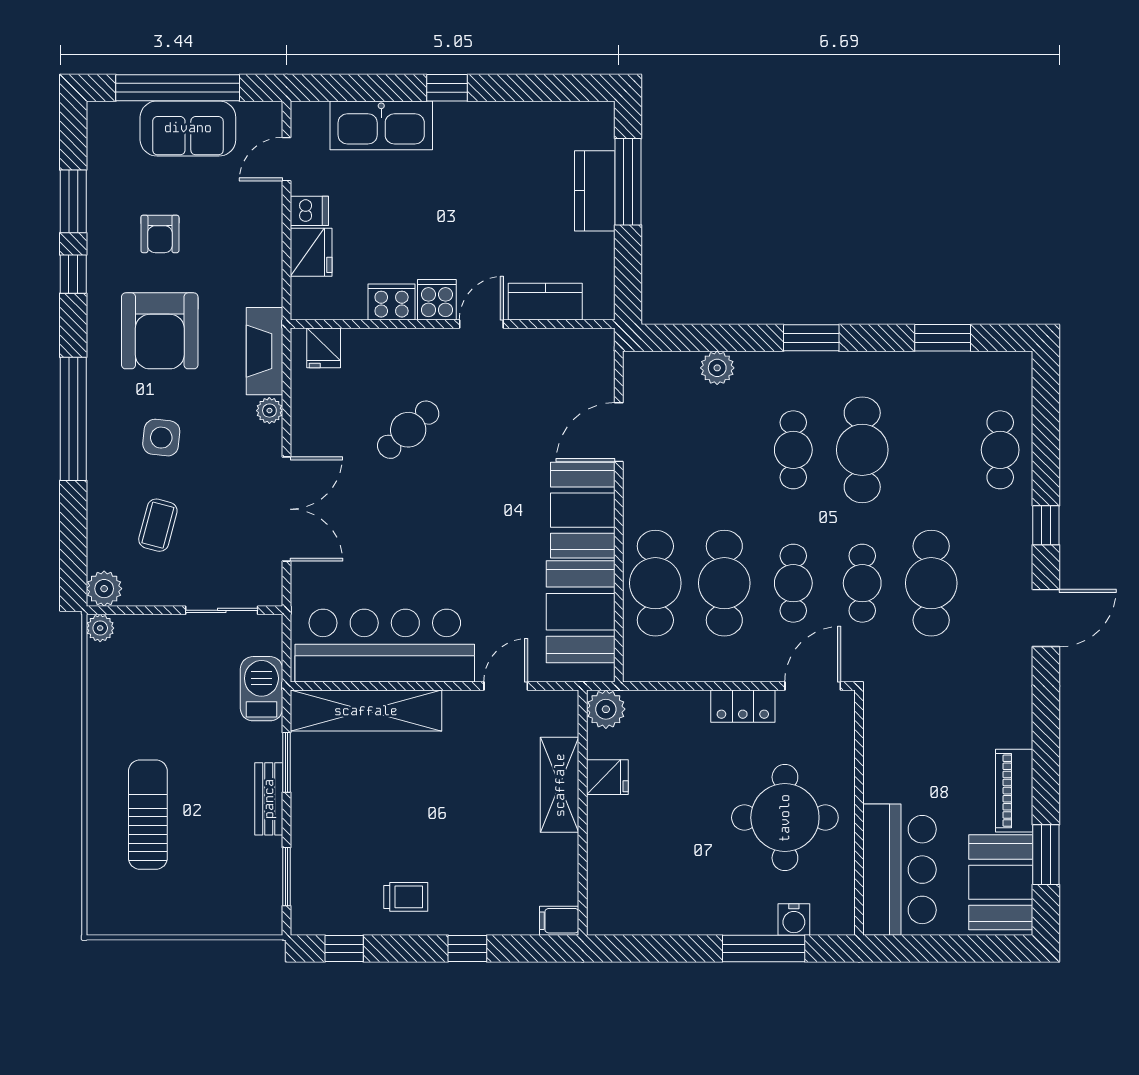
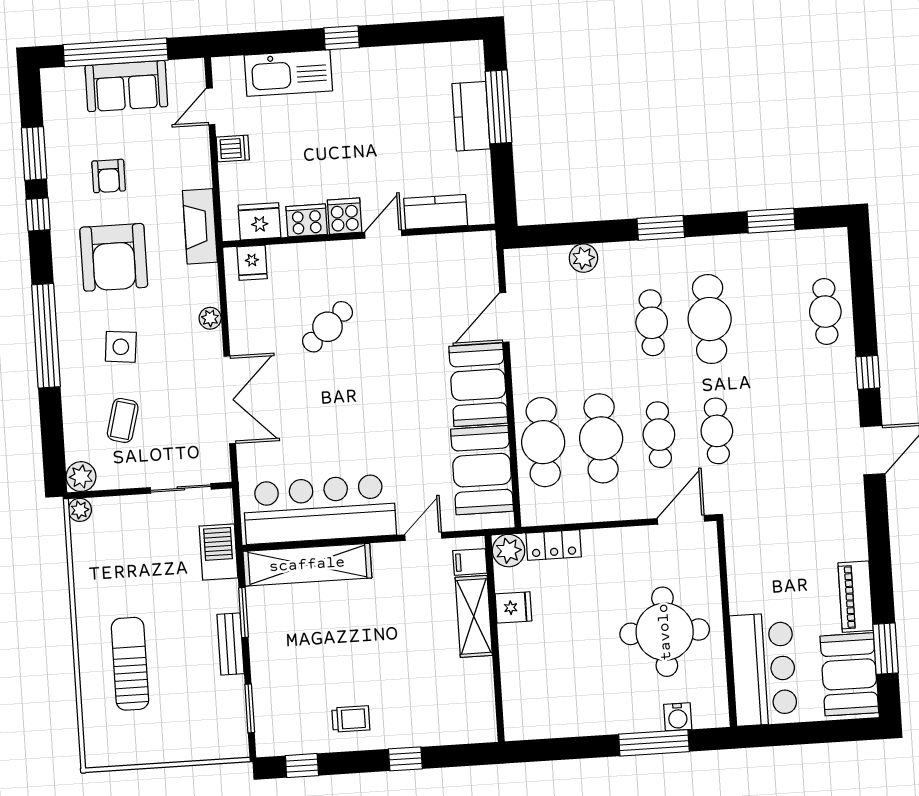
fridge: (311, 252) -> (259, 221), moved, turned -90
fireplace: (264, 351) -> (200, 226), moved
cafe table: (931, 583) -> (775, 427), removed
locker: (743, 706) -> (554, 545), moved
filing cabinet: (559, 921) -> (470, 562), moved

